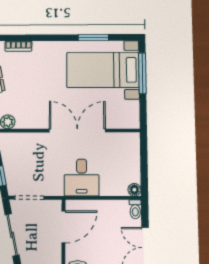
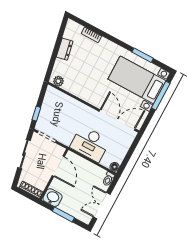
double door: (77, 131) -> (117, 120), moved
desk: (82, 177) -> (90, 144), width x1.37
door: (63, 227) -> (58, 166), hinge flipped

